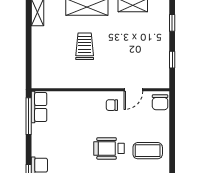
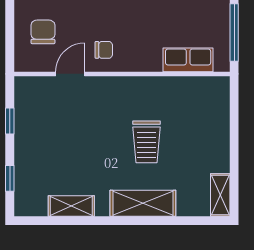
chair: (160, 102) -> (43, 32), moved
row of seats: (39, 107) -> (188, 60), moved, turned 90

